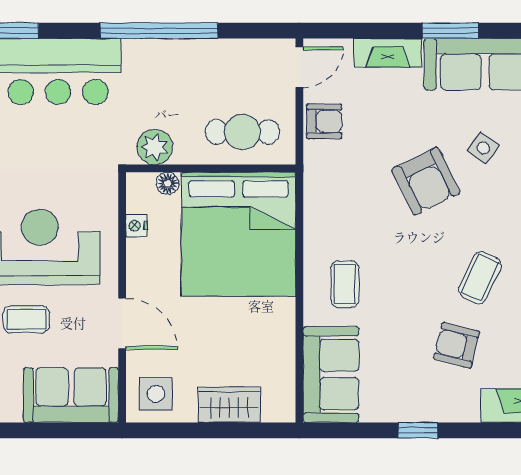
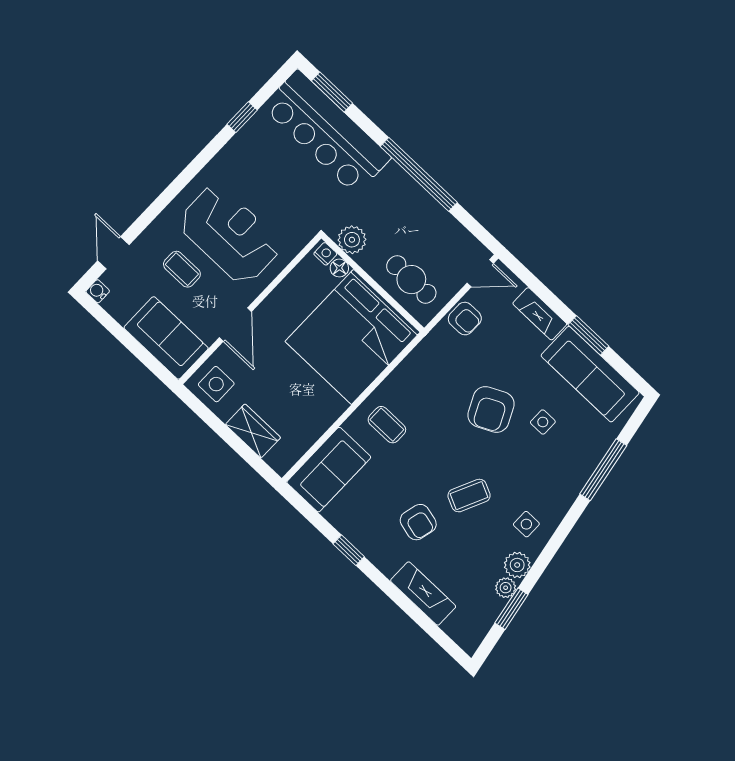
side table: (483, 148) -> (543, 422), turned -37
nightstand: (136, 225) -> (325, 254), moved, turned 90
coffee table: (345, 284) -> (387, 425), turned 90
armchair: (457, 345) -> (418, 522), turned 180

